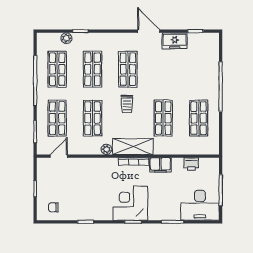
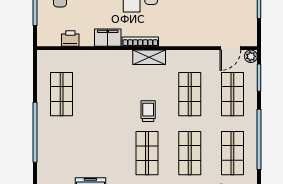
shop shelf: (163, 118) -> (104, 94), removed
shelving: (133, 147) -> (149, 57), width x0.67, depth x0.75
plant: (106, 149) -> (251, 56), moved

